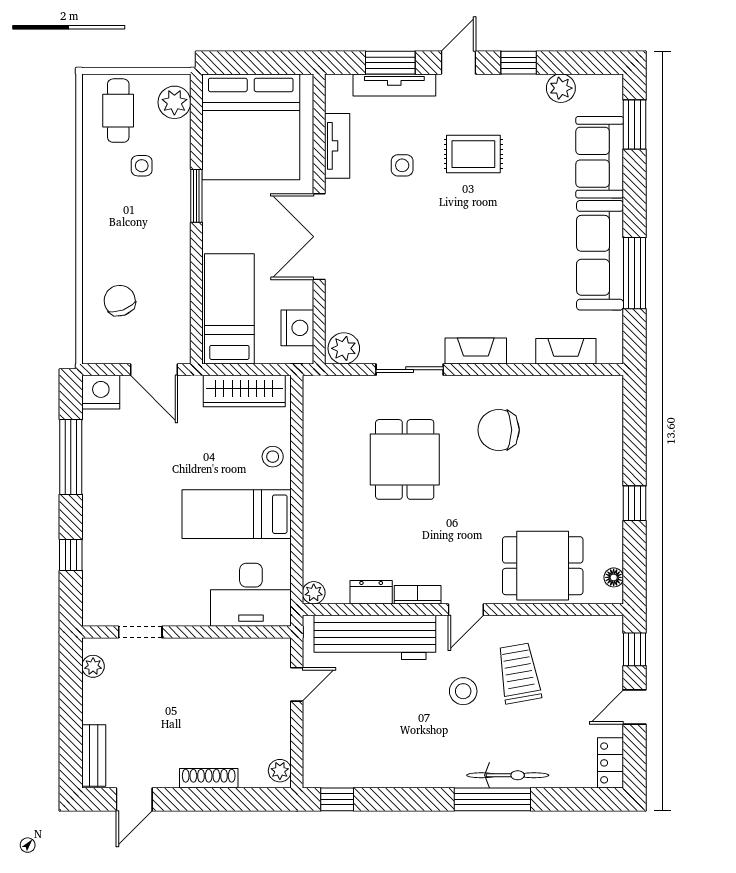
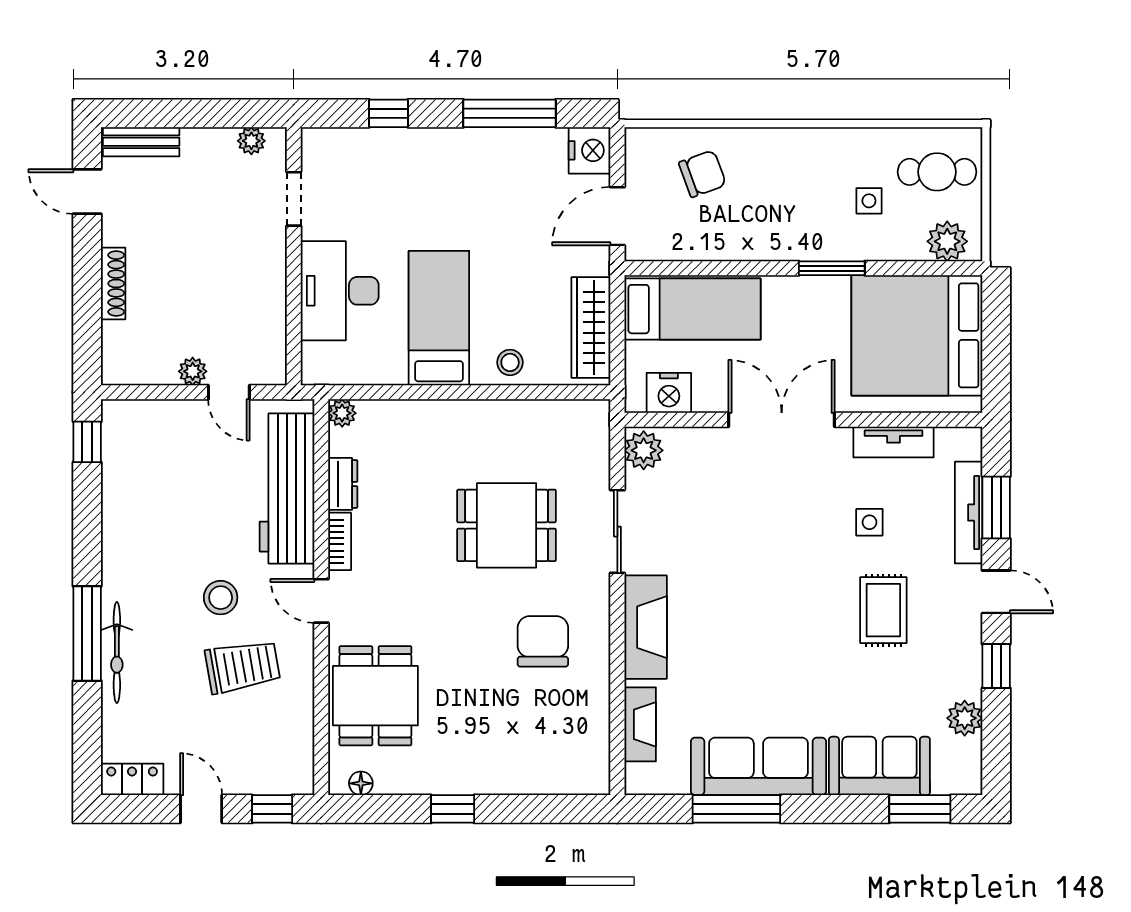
fireplace: (476, 351) -> (646, 627), width x1.37, depth x1.32
desk: (251, 595) -> (340, 291), moved
plant: (280, 771) -> (193, 371), moved

